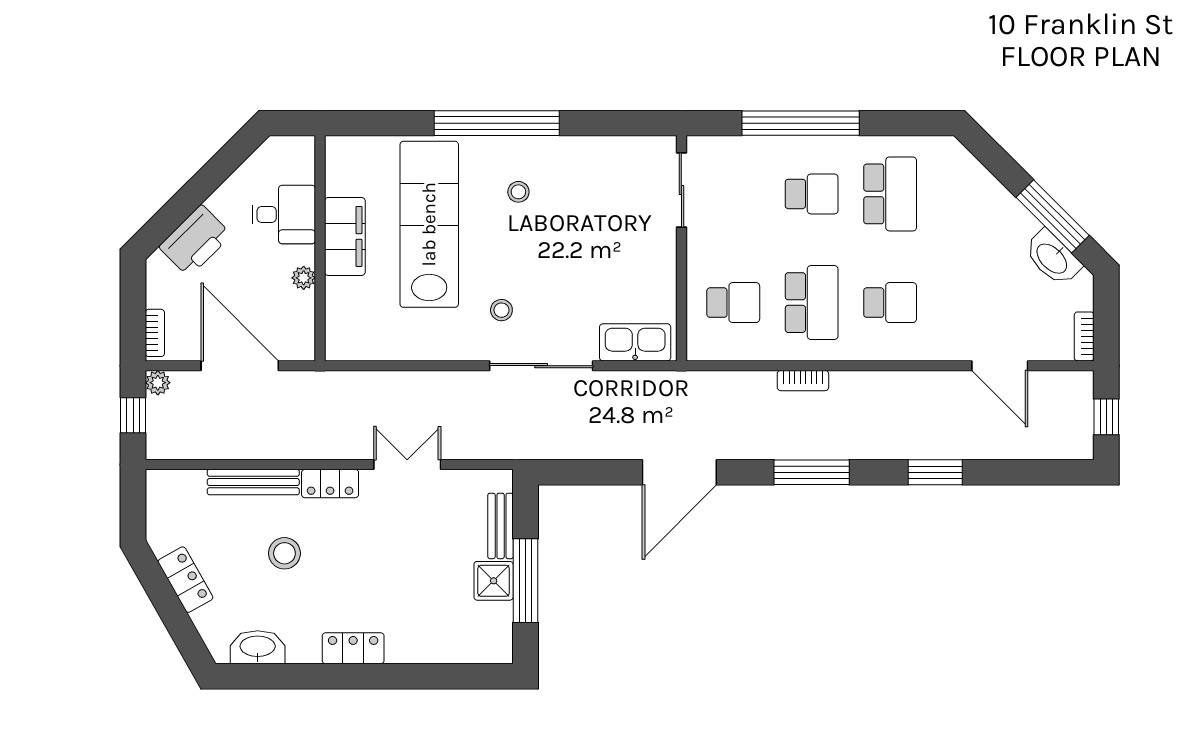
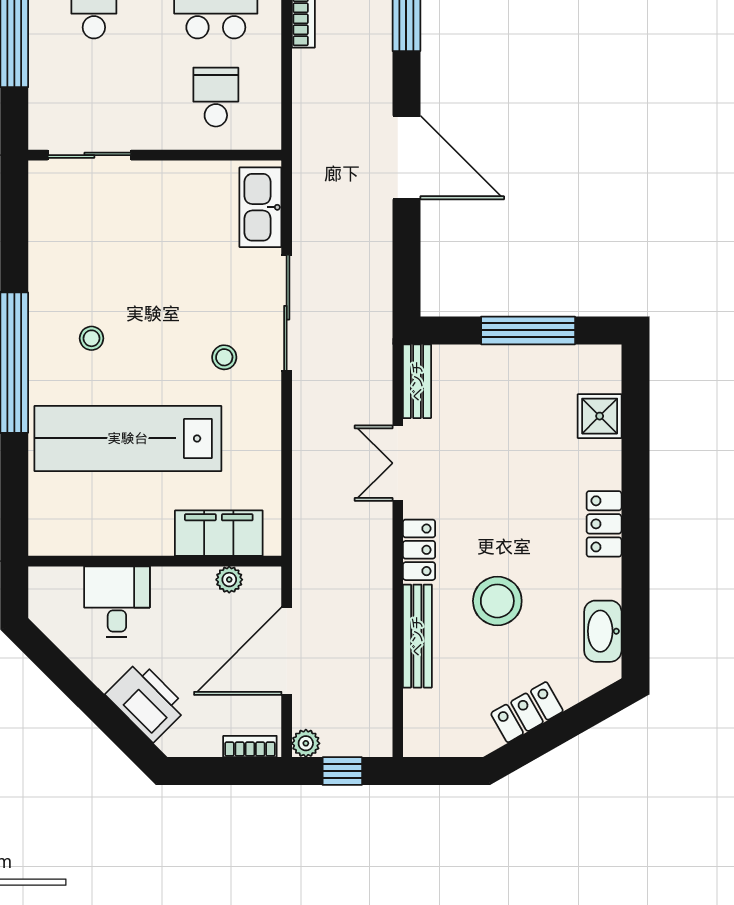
filing cabinet: (345, 236) -> (219, 533), moved
plant: (304, 278) -> (229, 580), moved
bench: (501, 526) -> (417, 381), moved, turned 90
stool: (284, 553) -> (497, 601), width x1.38, depth x1.38
shower: (494, 581) -> (600, 416), moved

